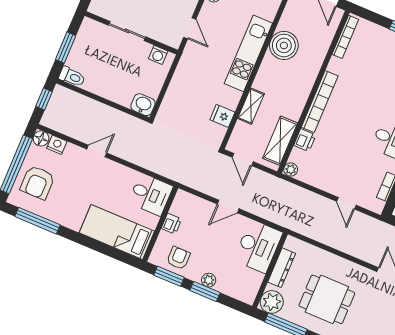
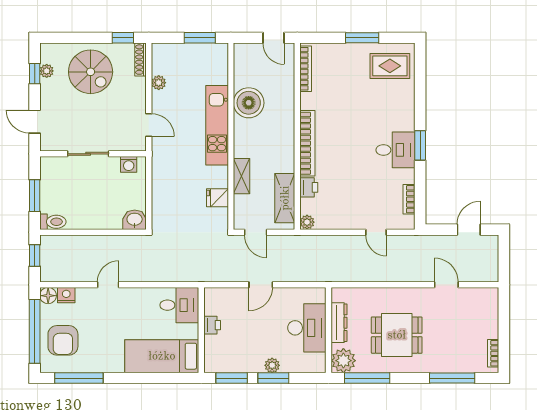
desk: (258, 246) -> (307, 328), moved
armchair: (178, 258) -> (233, 356), removed

